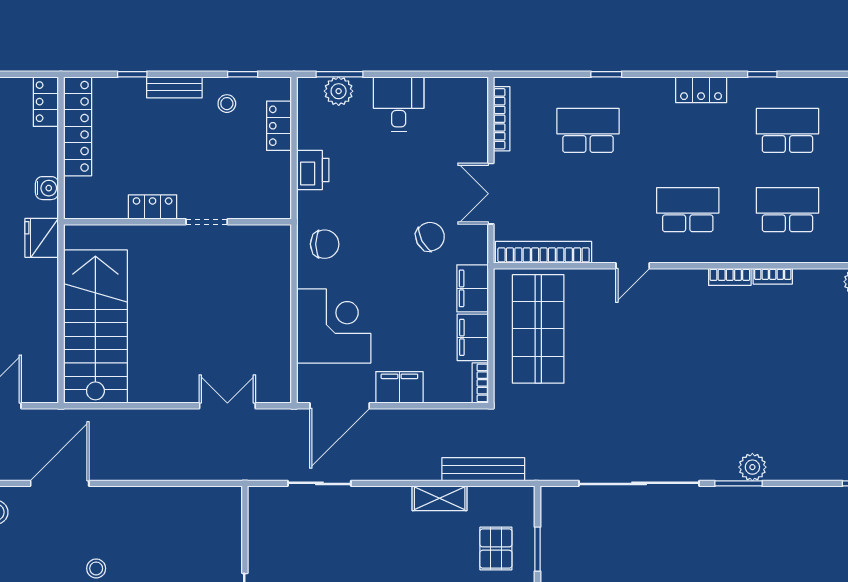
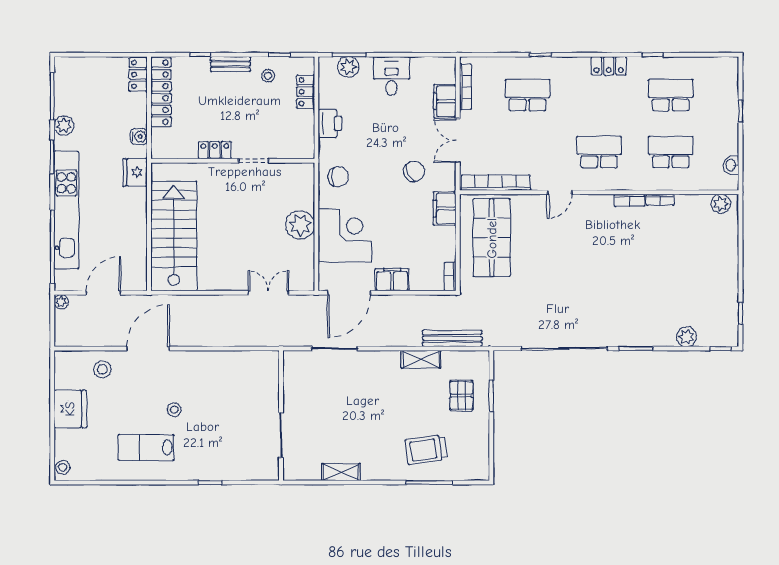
plant: (272, 311) -> (300, 225), added
filing cabinet: (473, 337) -> (445, 101), moved
plant: (752, 467) -> (687, 337), moved

